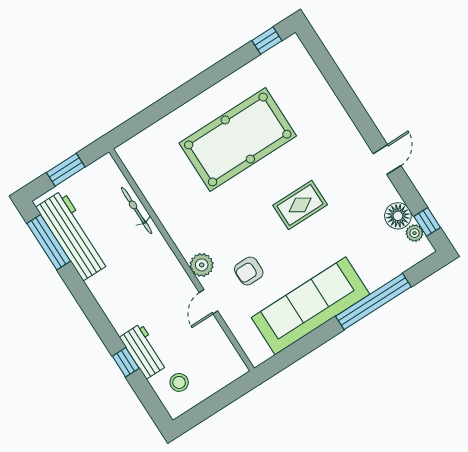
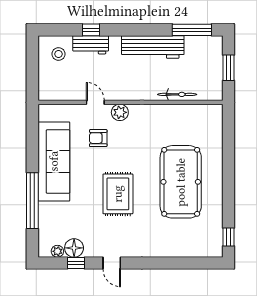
rug: (300, 205) -> (118, 194), width x1.36, depth x1.43
window: (427, 222) -> (76, 263), moved
workbench: (73, 235) -> (153, 47), moved
armchair: (249, 271) -> (98, 138), turned -90

